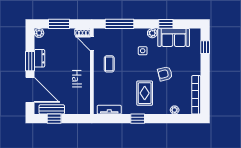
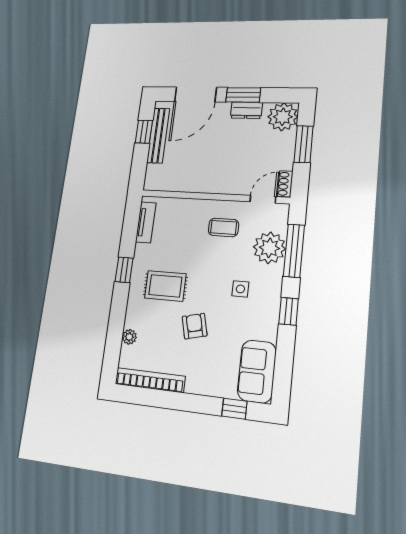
window: (166, 24) -> (288, 311), moved
plant: (39, 33) -> (283, 117), width x1.88, depth x1.88
plant: (152, 33) -> (269, 248), moved, width x1.88, depth x1.88
sofa: (174, 37) -> (257, 371), moved
bench: (52, 109) -> (158, 136), width x1.36

